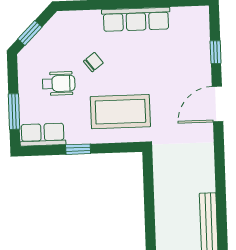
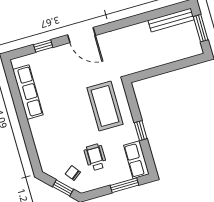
row of seats: (136, 19) -> (28, 92), moved
chair: (93, 62) -> (73, 173), moved

